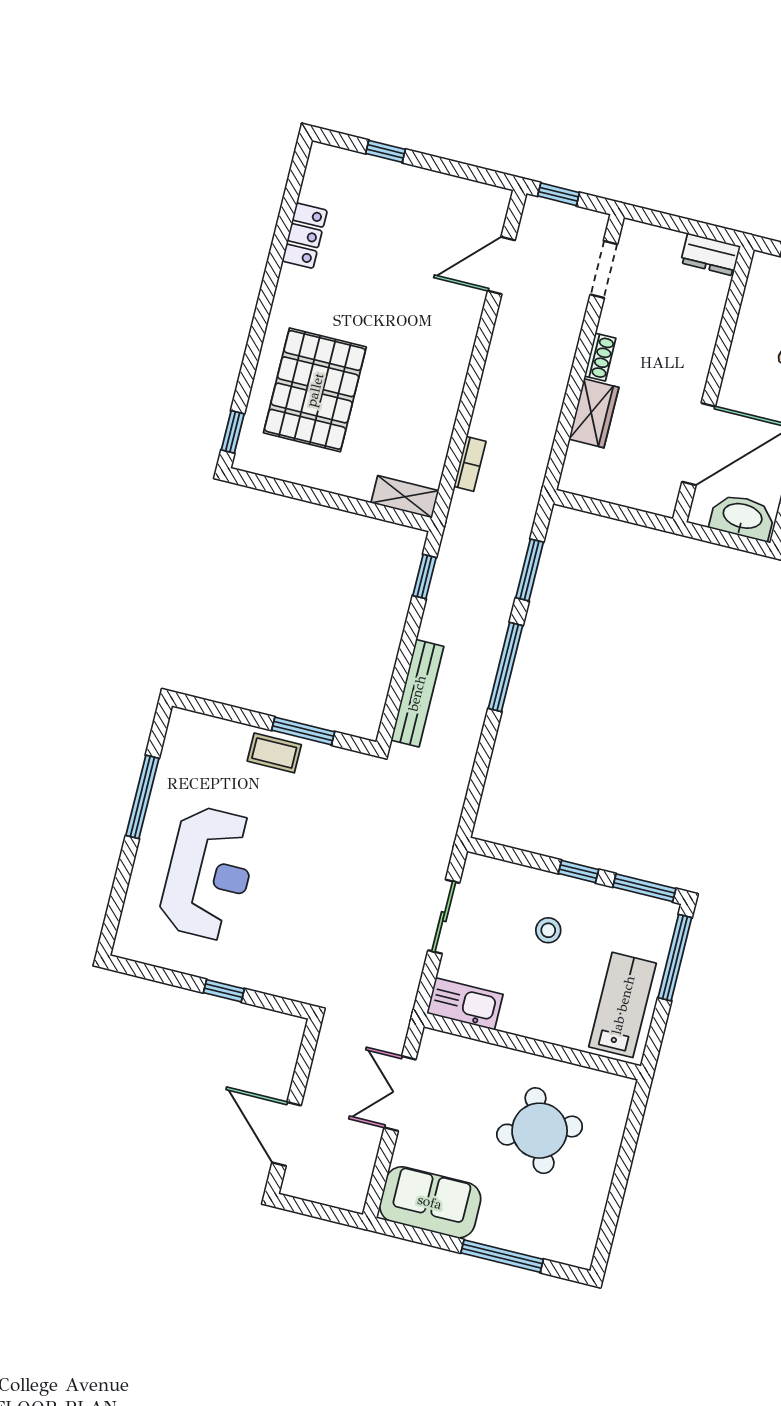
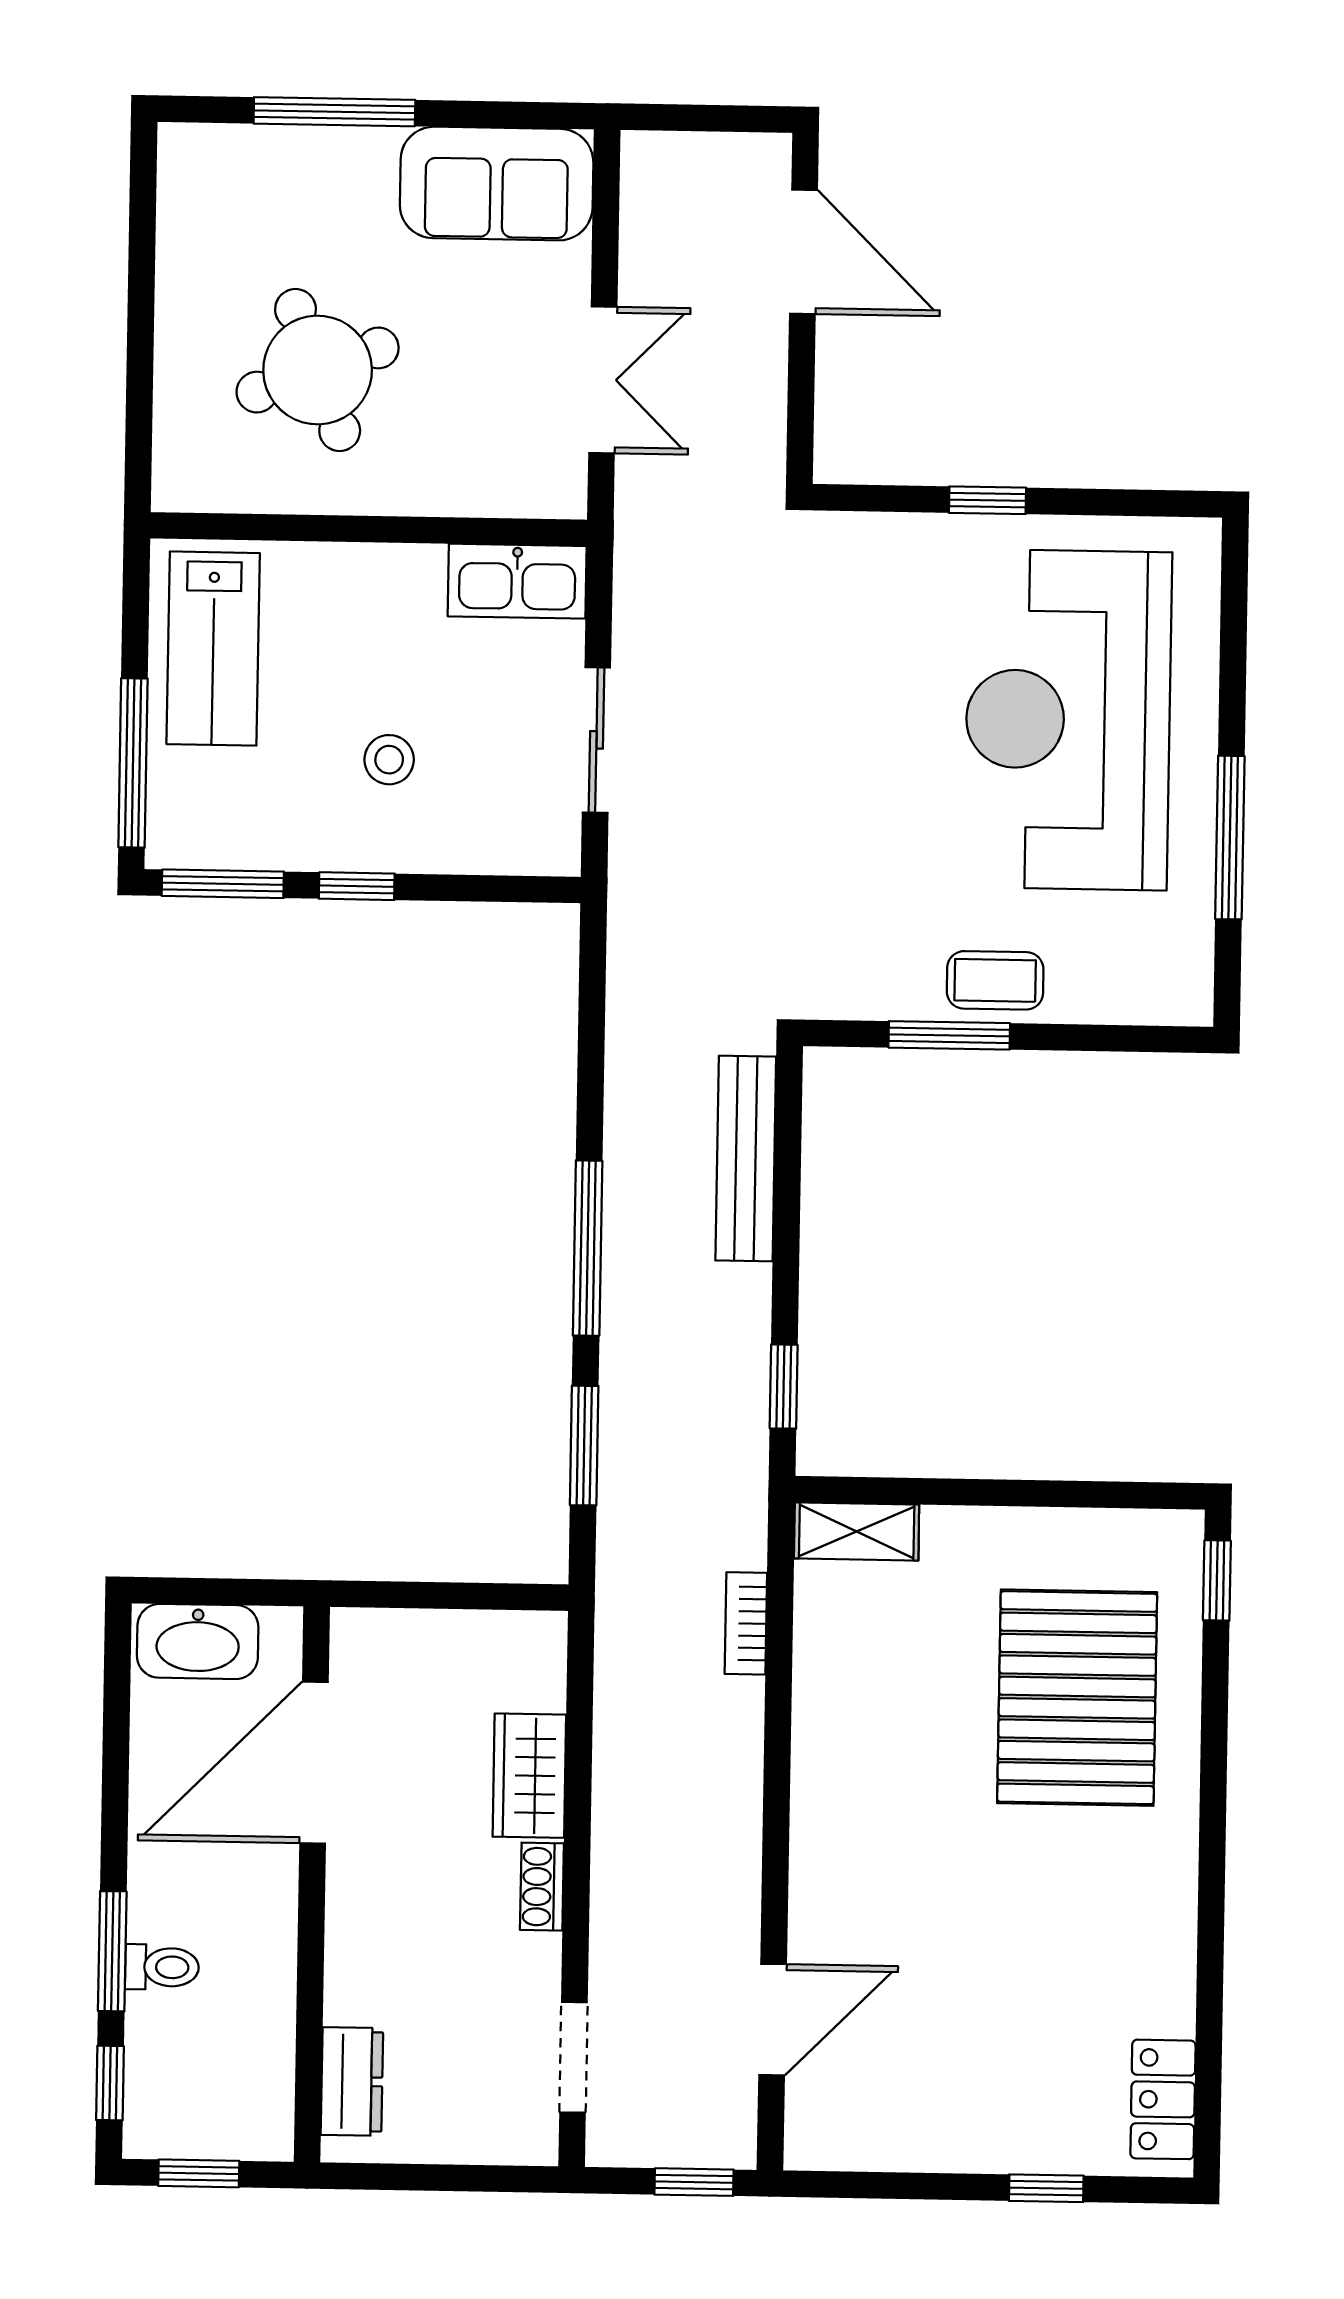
locker: (305, 236) -> (1163, 2099), moved
dresser: (711, 255) -> (352, 2081), moved, turned 90
reception desk: (209, 873) -> (1068, 720), width x1.36, depth x1.30

